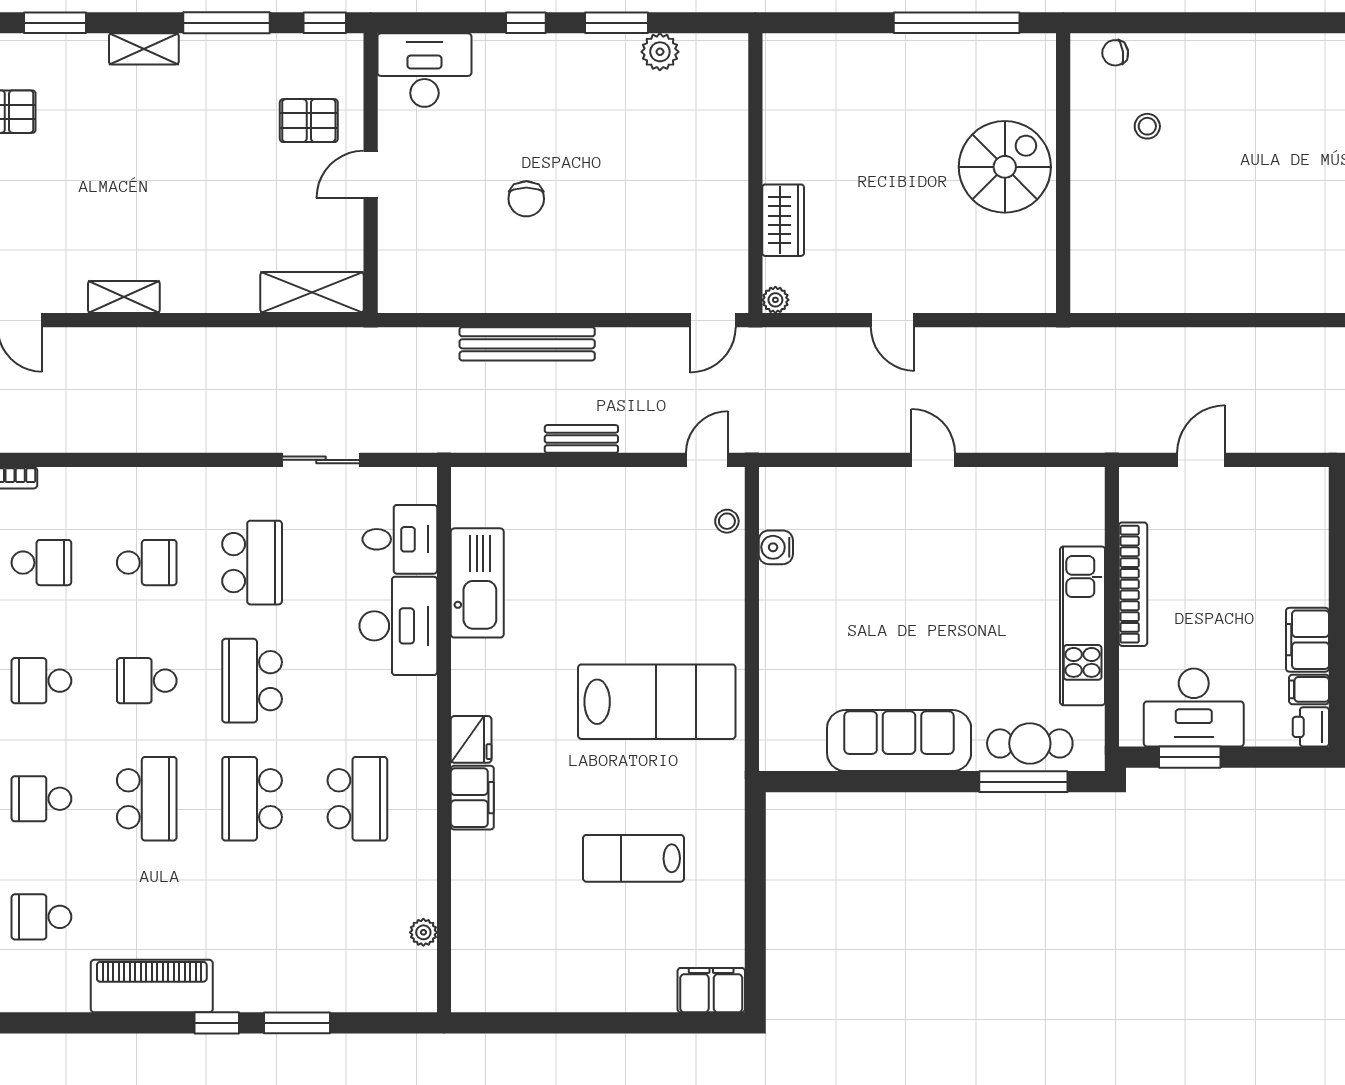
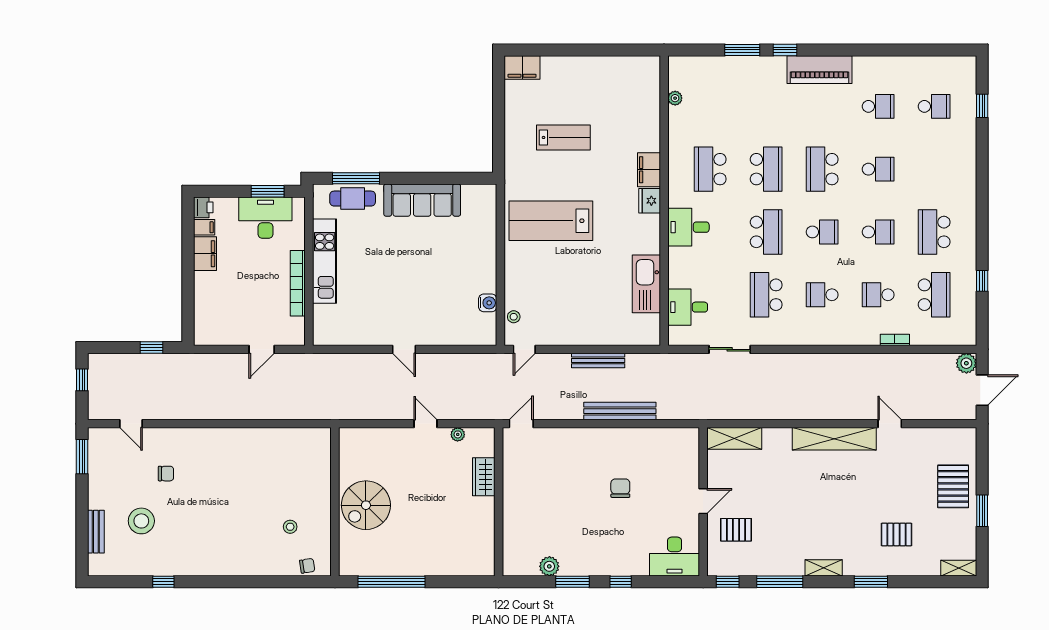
shelving: (124, 297) -> (834, 439), width x2.20, depth x1.33
plant: (775, 300) -> (458, 434), moved
bench: (581, 439) -> (598, 360), width x1.36
desk: (398, 626) -> (688, 227), moved, width x0.73

